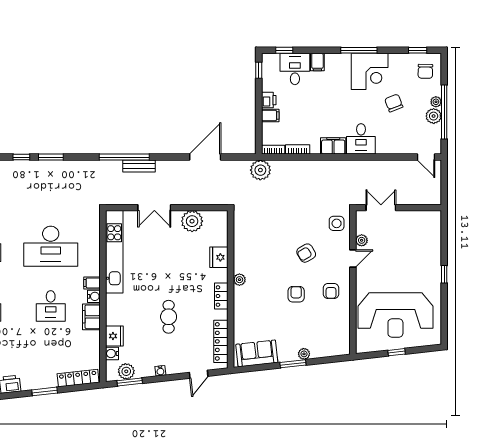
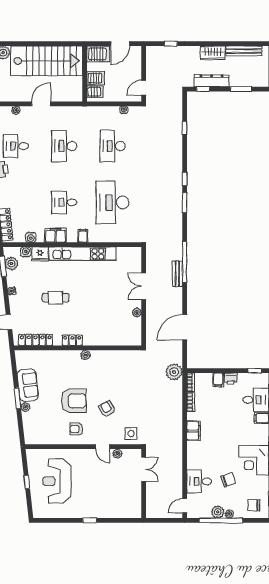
desk: (361, 139) -> (199, 481), moved
door: (205, 157) -> (185, 327), swing flipped
plant: (192, 221) -> (137, 313), width x0.53, depth x0.53
kitchen unit: (114, 252) -> (83, 254), moved
fridge: (219, 257) -> (104, 338), removed
armchair: (296, 294) -> (74, 401), width x1.88, depth x1.88
water cooler: (94, 296) -> (31, 237), moved
reception desk: (395, 315) -> (57, 481), width x0.74, depth x0.77
sofa: (257, 353) -> (28, 385), moved

